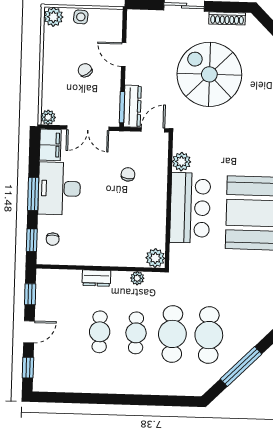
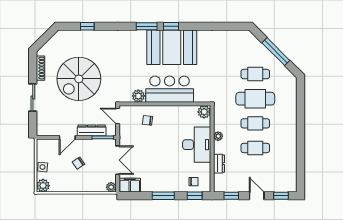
dresser: (132, 106) -> (92, 130), moved
chair: (128, 174) -> (147, 120), moved
desk: (59, 188) -> (197, 145), moved, turned -90
dresser: (96, 278) -> (219, 164), moved
plant: (137, 278) -> (218, 136), moved
cafe table: (209, 335) -> (255, 74), width x0.73, depth x0.74

